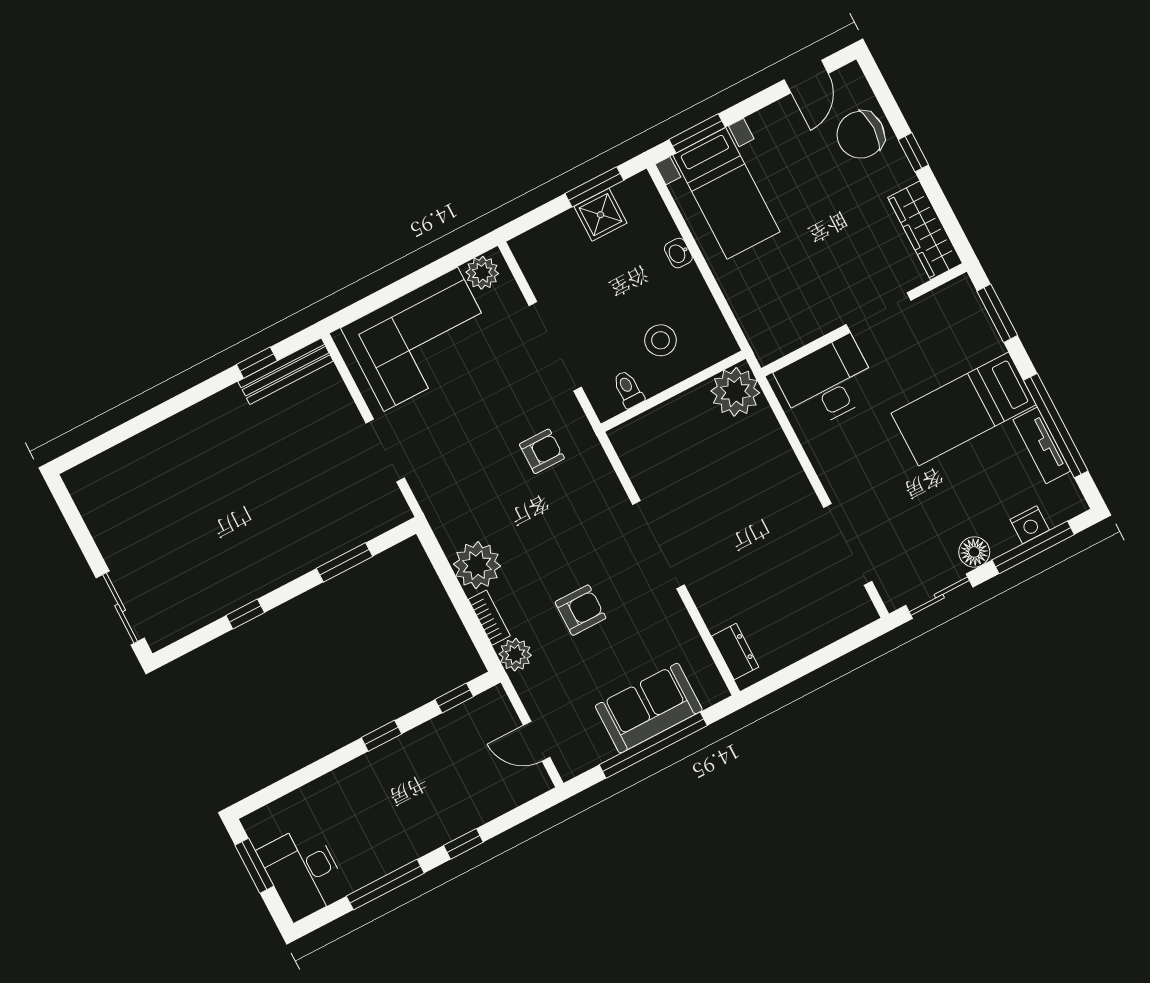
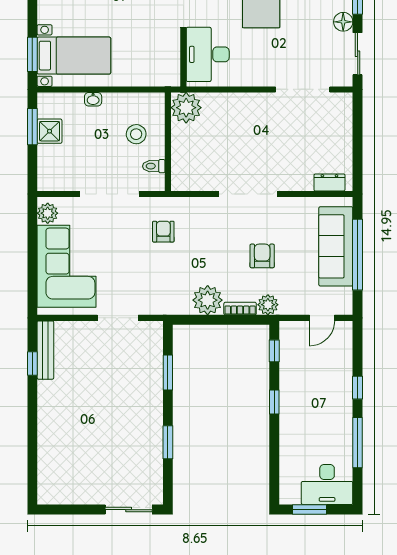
window: (245, 614) -> (168, 442), width x1.50
sofa: (649, 708) -> (336, 246), width x1.36

